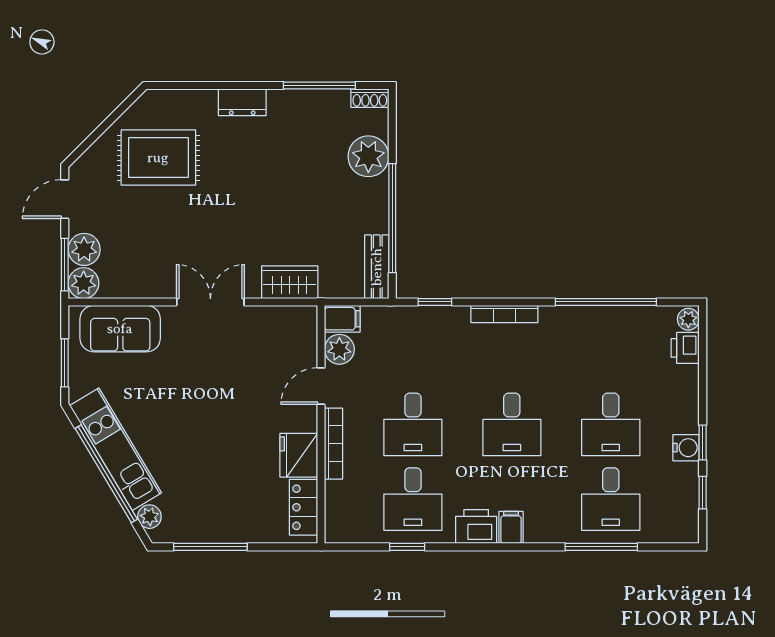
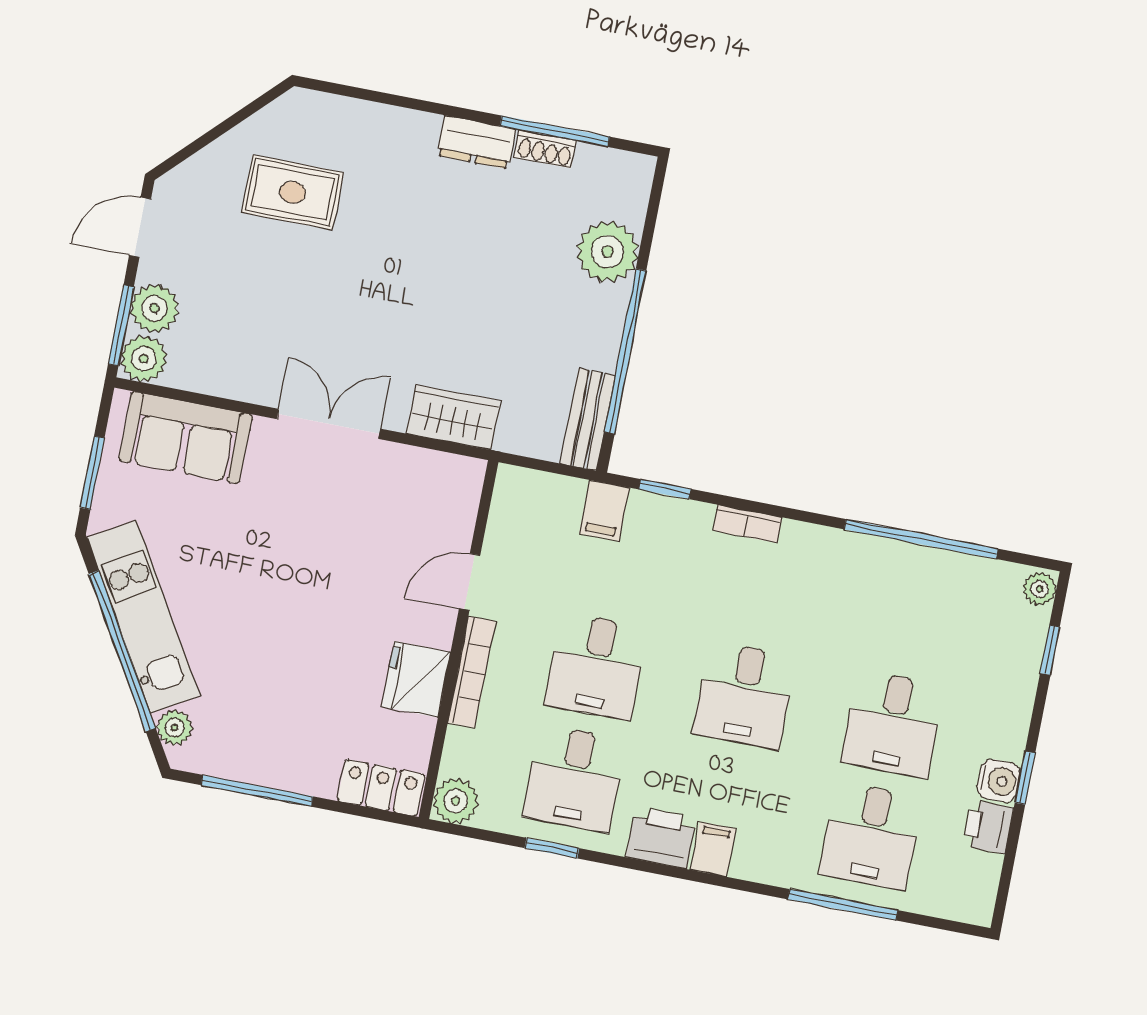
shoe rack: (370, 98) -> (545, 149), moved
dresser: (242, 102) -> (476, 142), moved
rug: (158, 158) -> (293, 192), width x0.73, depth x0.70
bookcase: (504, 314) -> (747, 524), width x0.64
filing cabinet: (342, 319) -> (604, 510), moved, turned 90
printer: (685, 348) -> (988, 827), moved
plant: (339, 349) -> (456, 801), moved
window: (703, 493) -> (1050, 650), moved
locker: (304, 507) -> (381, 788), moved, turned 90

